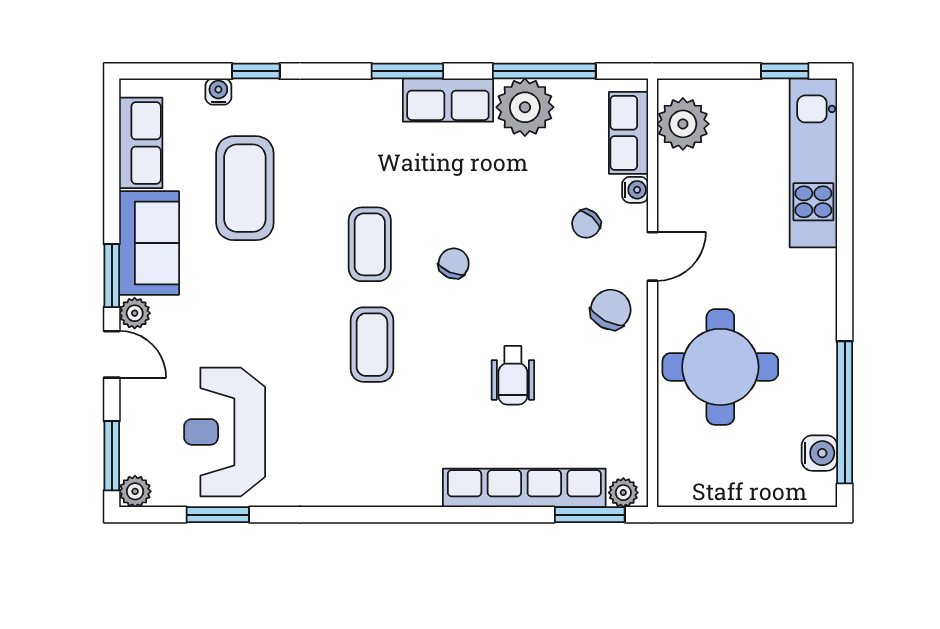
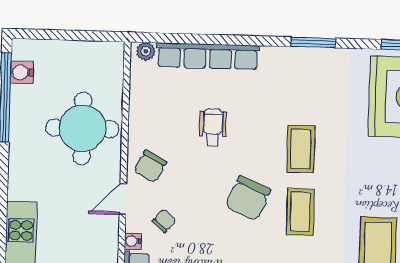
chair: (454, 263) -> (248, 198), width x1.87, depth x1.87
window: (590, 515) -> (313, 42), moved

